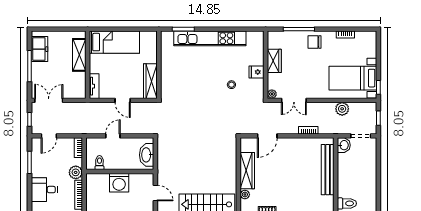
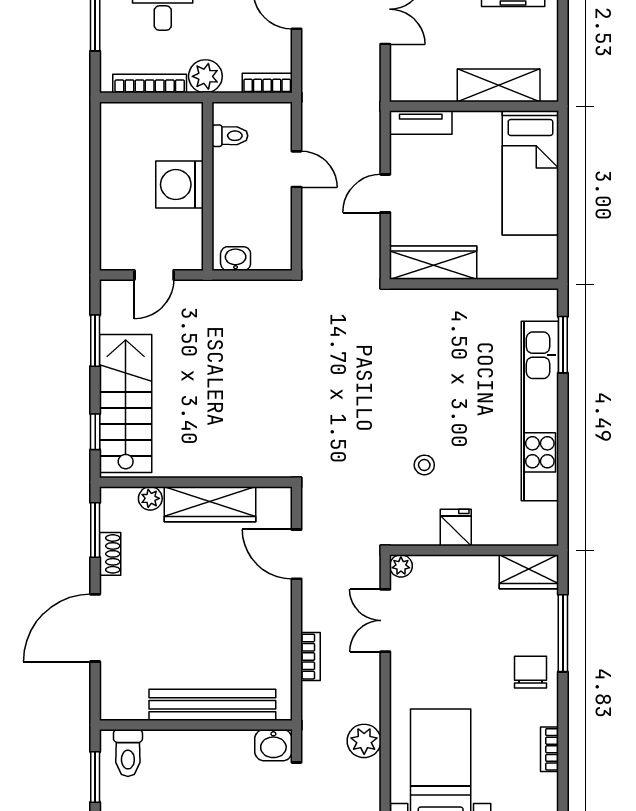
wardrobe: (274, 61) -> (529, 572), moved
washbasin: (147, 155) -> (236, 259), width x0.52, depth x0.69

